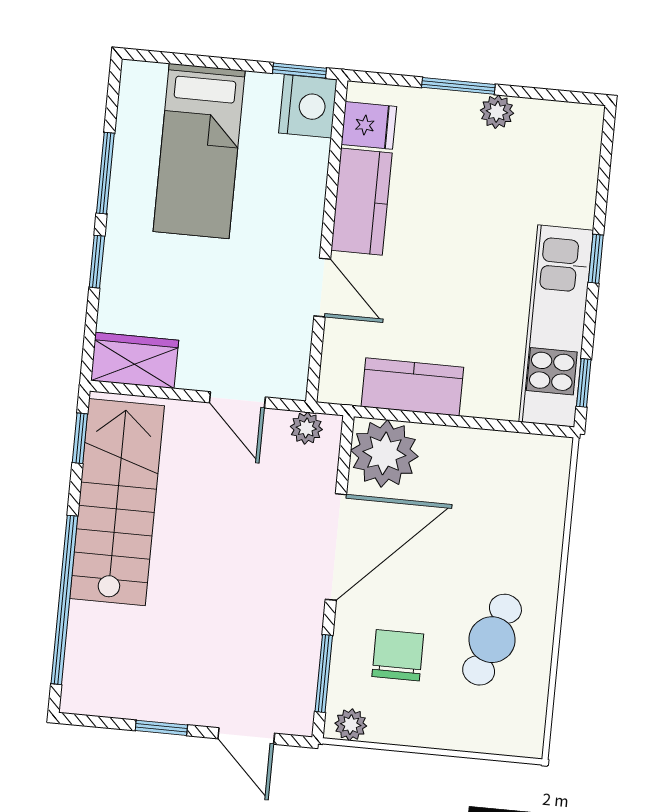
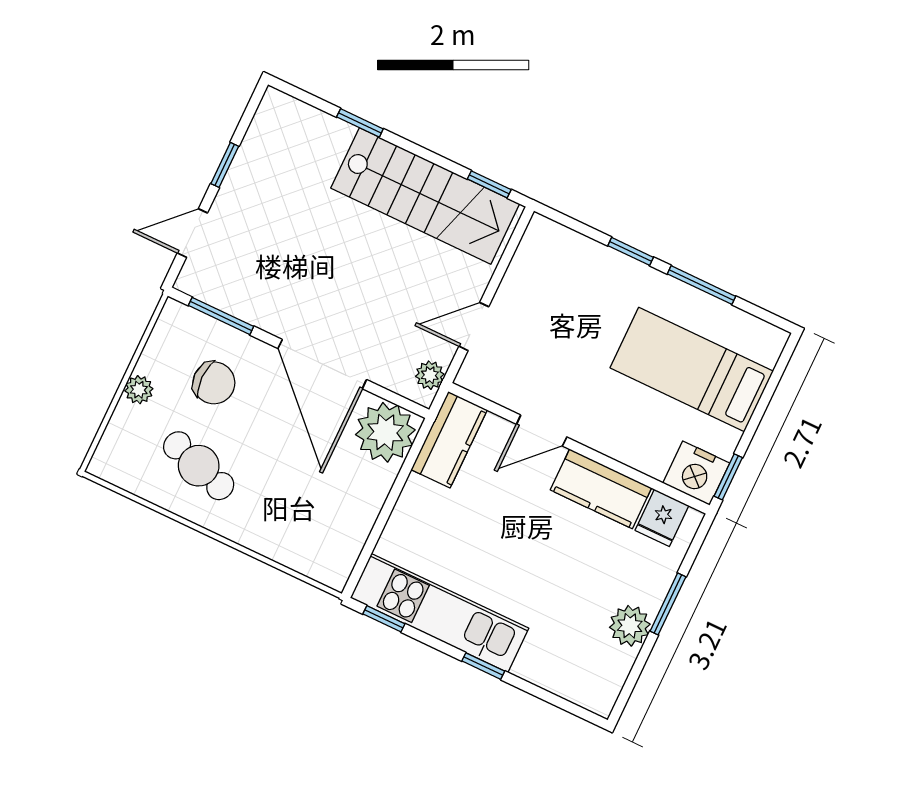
plant: (497, 112) -> (630, 626), width x1.38, depth x1.38
wardrobe: (135, 360) -> (537, 253), removed
kitchen counter: (412, 387) -> (449, 440), moved
window: (64, 600) -> (360, 123), width x0.32
plant: (351, 725) -> (139, 390), moved

